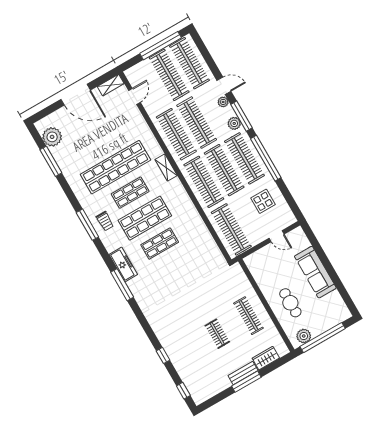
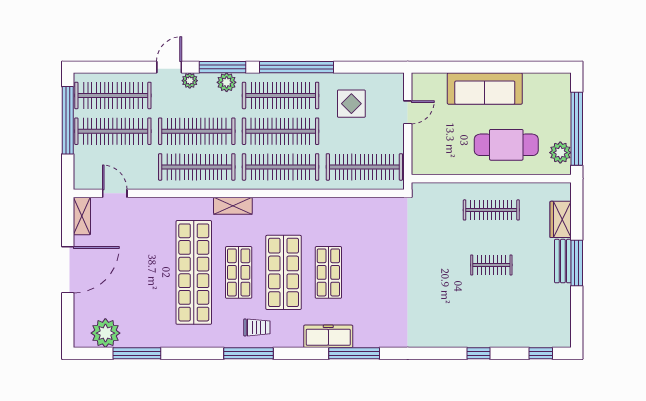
cafe table: (290, 303) -> (506, 145), width x1.37, depth x1.35

